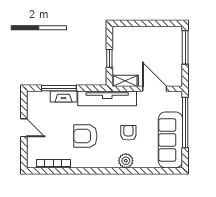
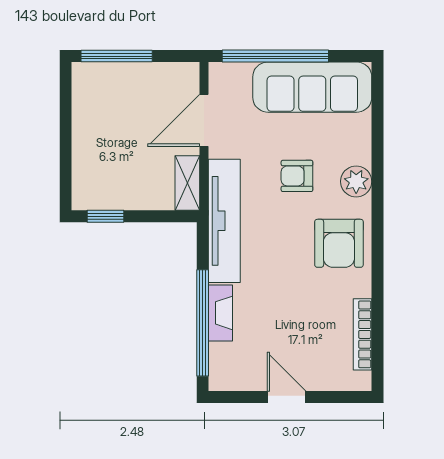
window: (109, 58) -> (106, 216), moved
window: (59, 88) -> (203, 323), width x1.46
door: (24, 128) -> (287, 397), hinge flipped
armchair: (85, 136) -> (339, 243), moved

